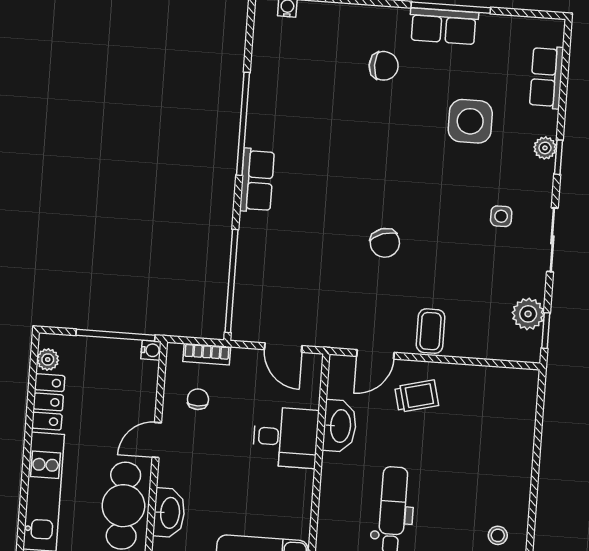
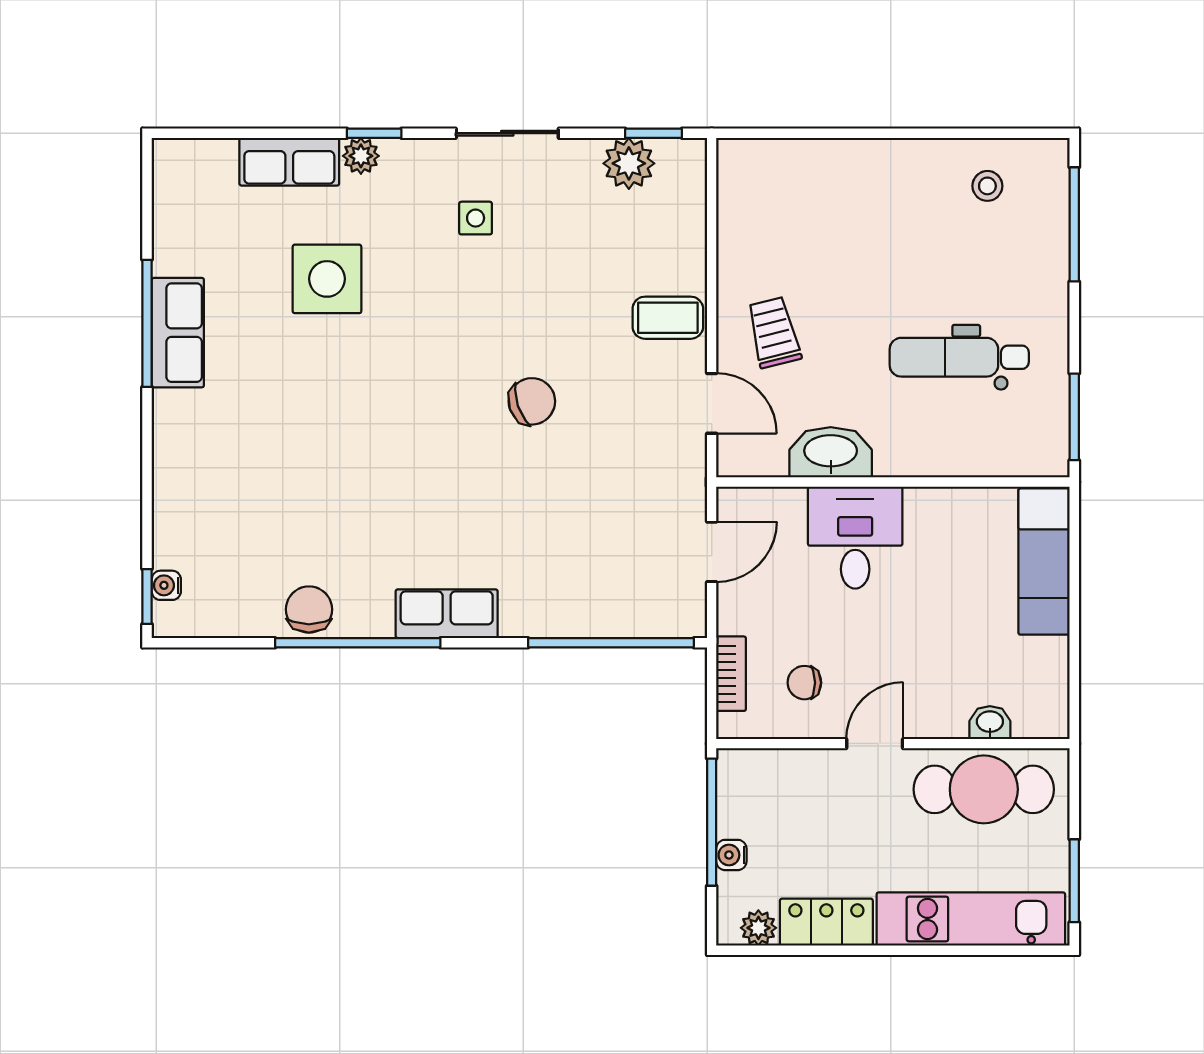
chair: (384, 66) -> (309, 609), moved
row of seats: (547, 77) -> (289, 162), moved
water cooler: (151, 350) -> (731, 855), moved, turned -90
door: (157, 440) -> (875, 744), swing flipped
washbasin: (169, 513) -> (990, 723), width x0.52, depth x0.69

